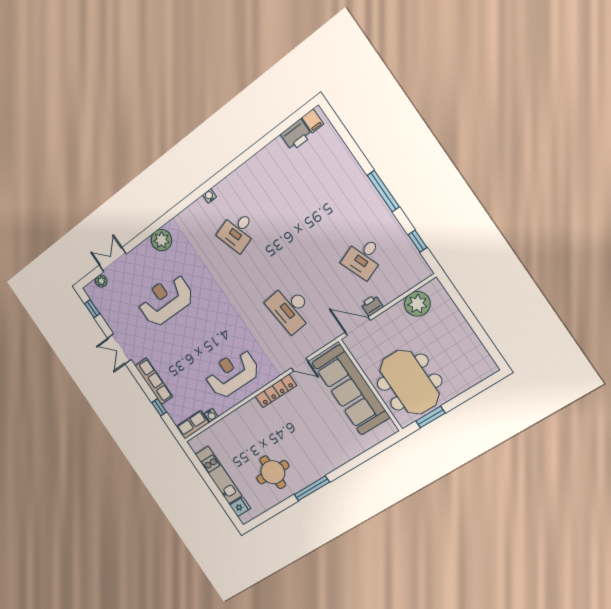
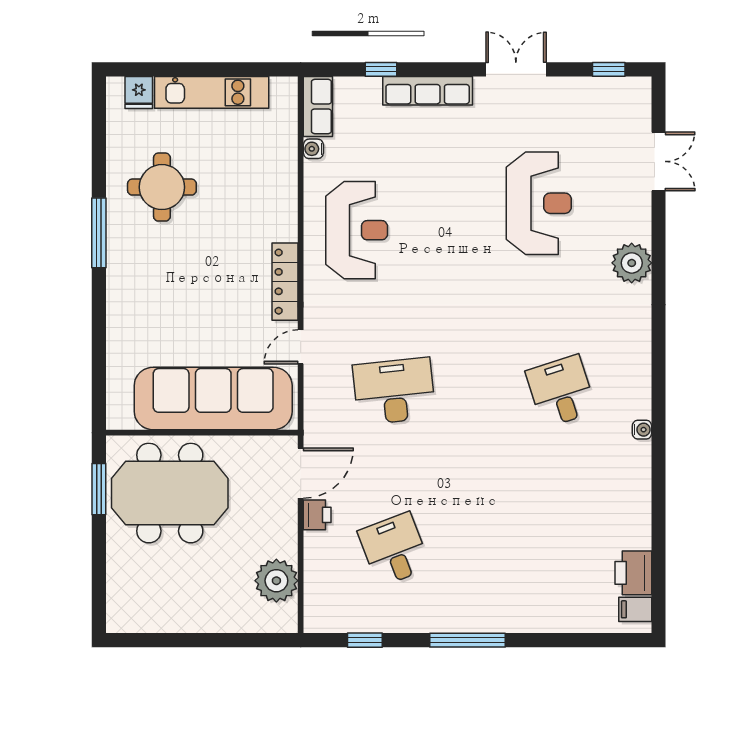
water cooler: (209, 196) -> (642, 430), moved
plant: (101, 281) -> (640, 117), removed

